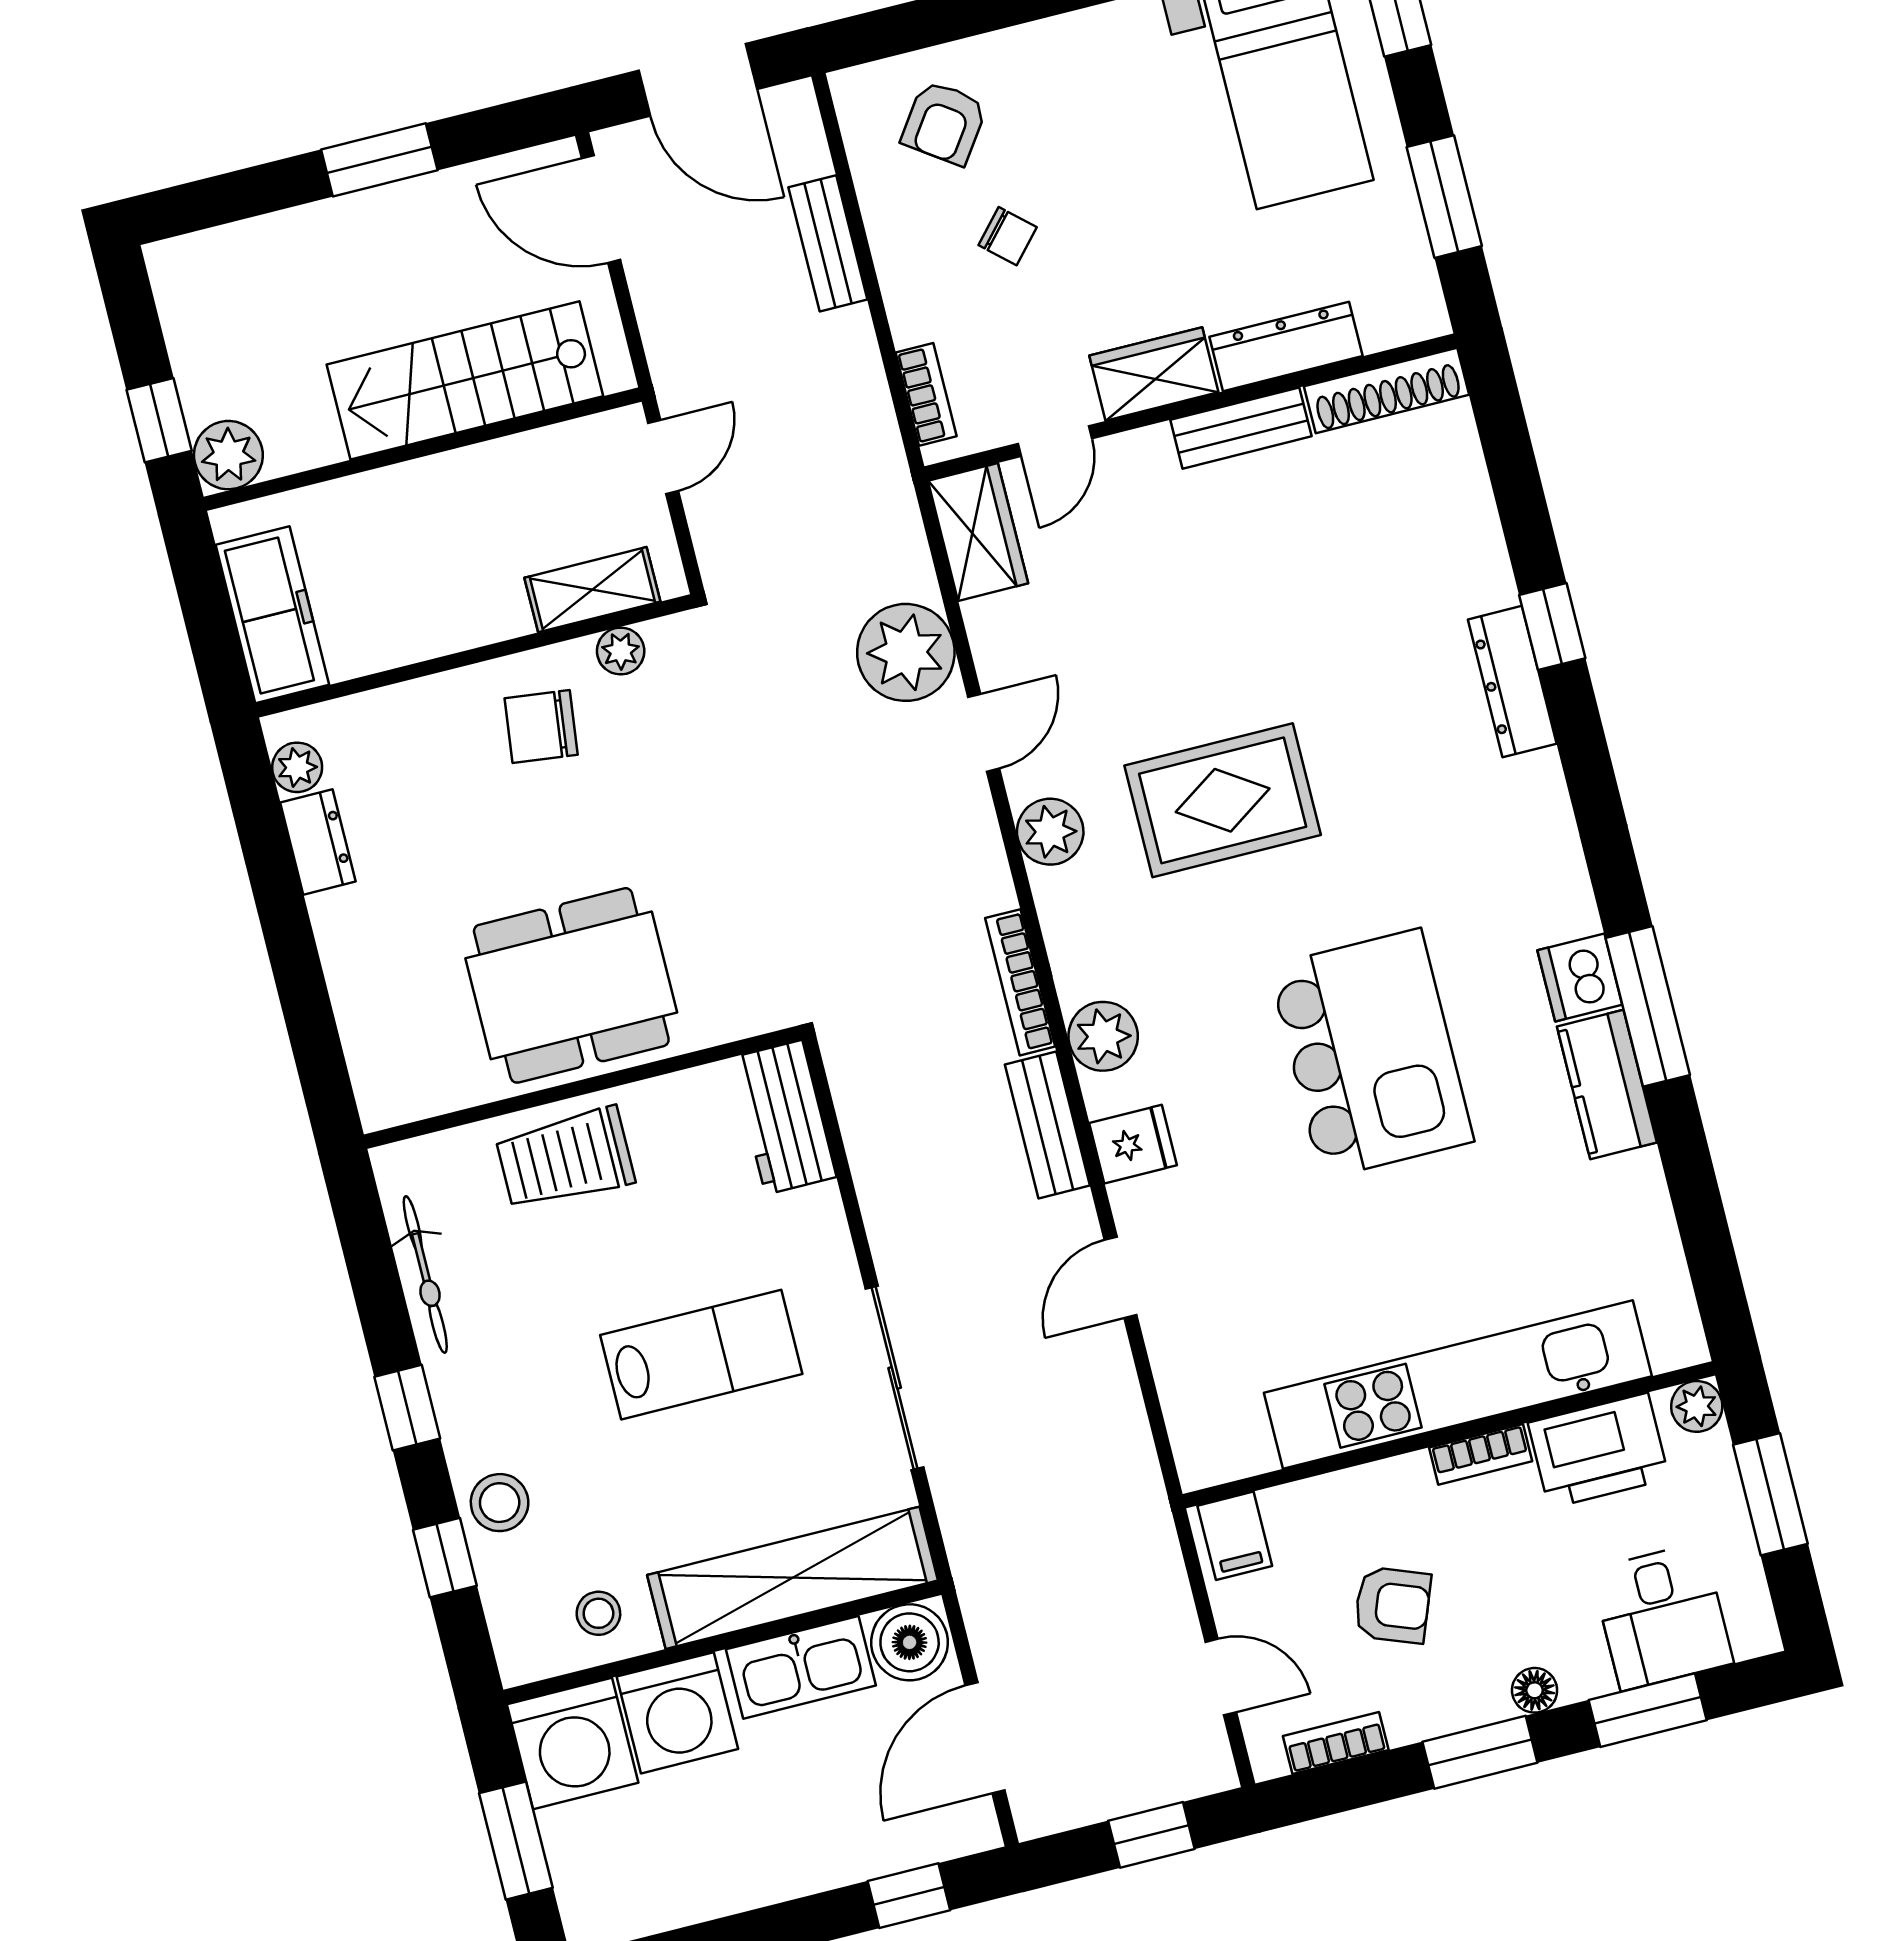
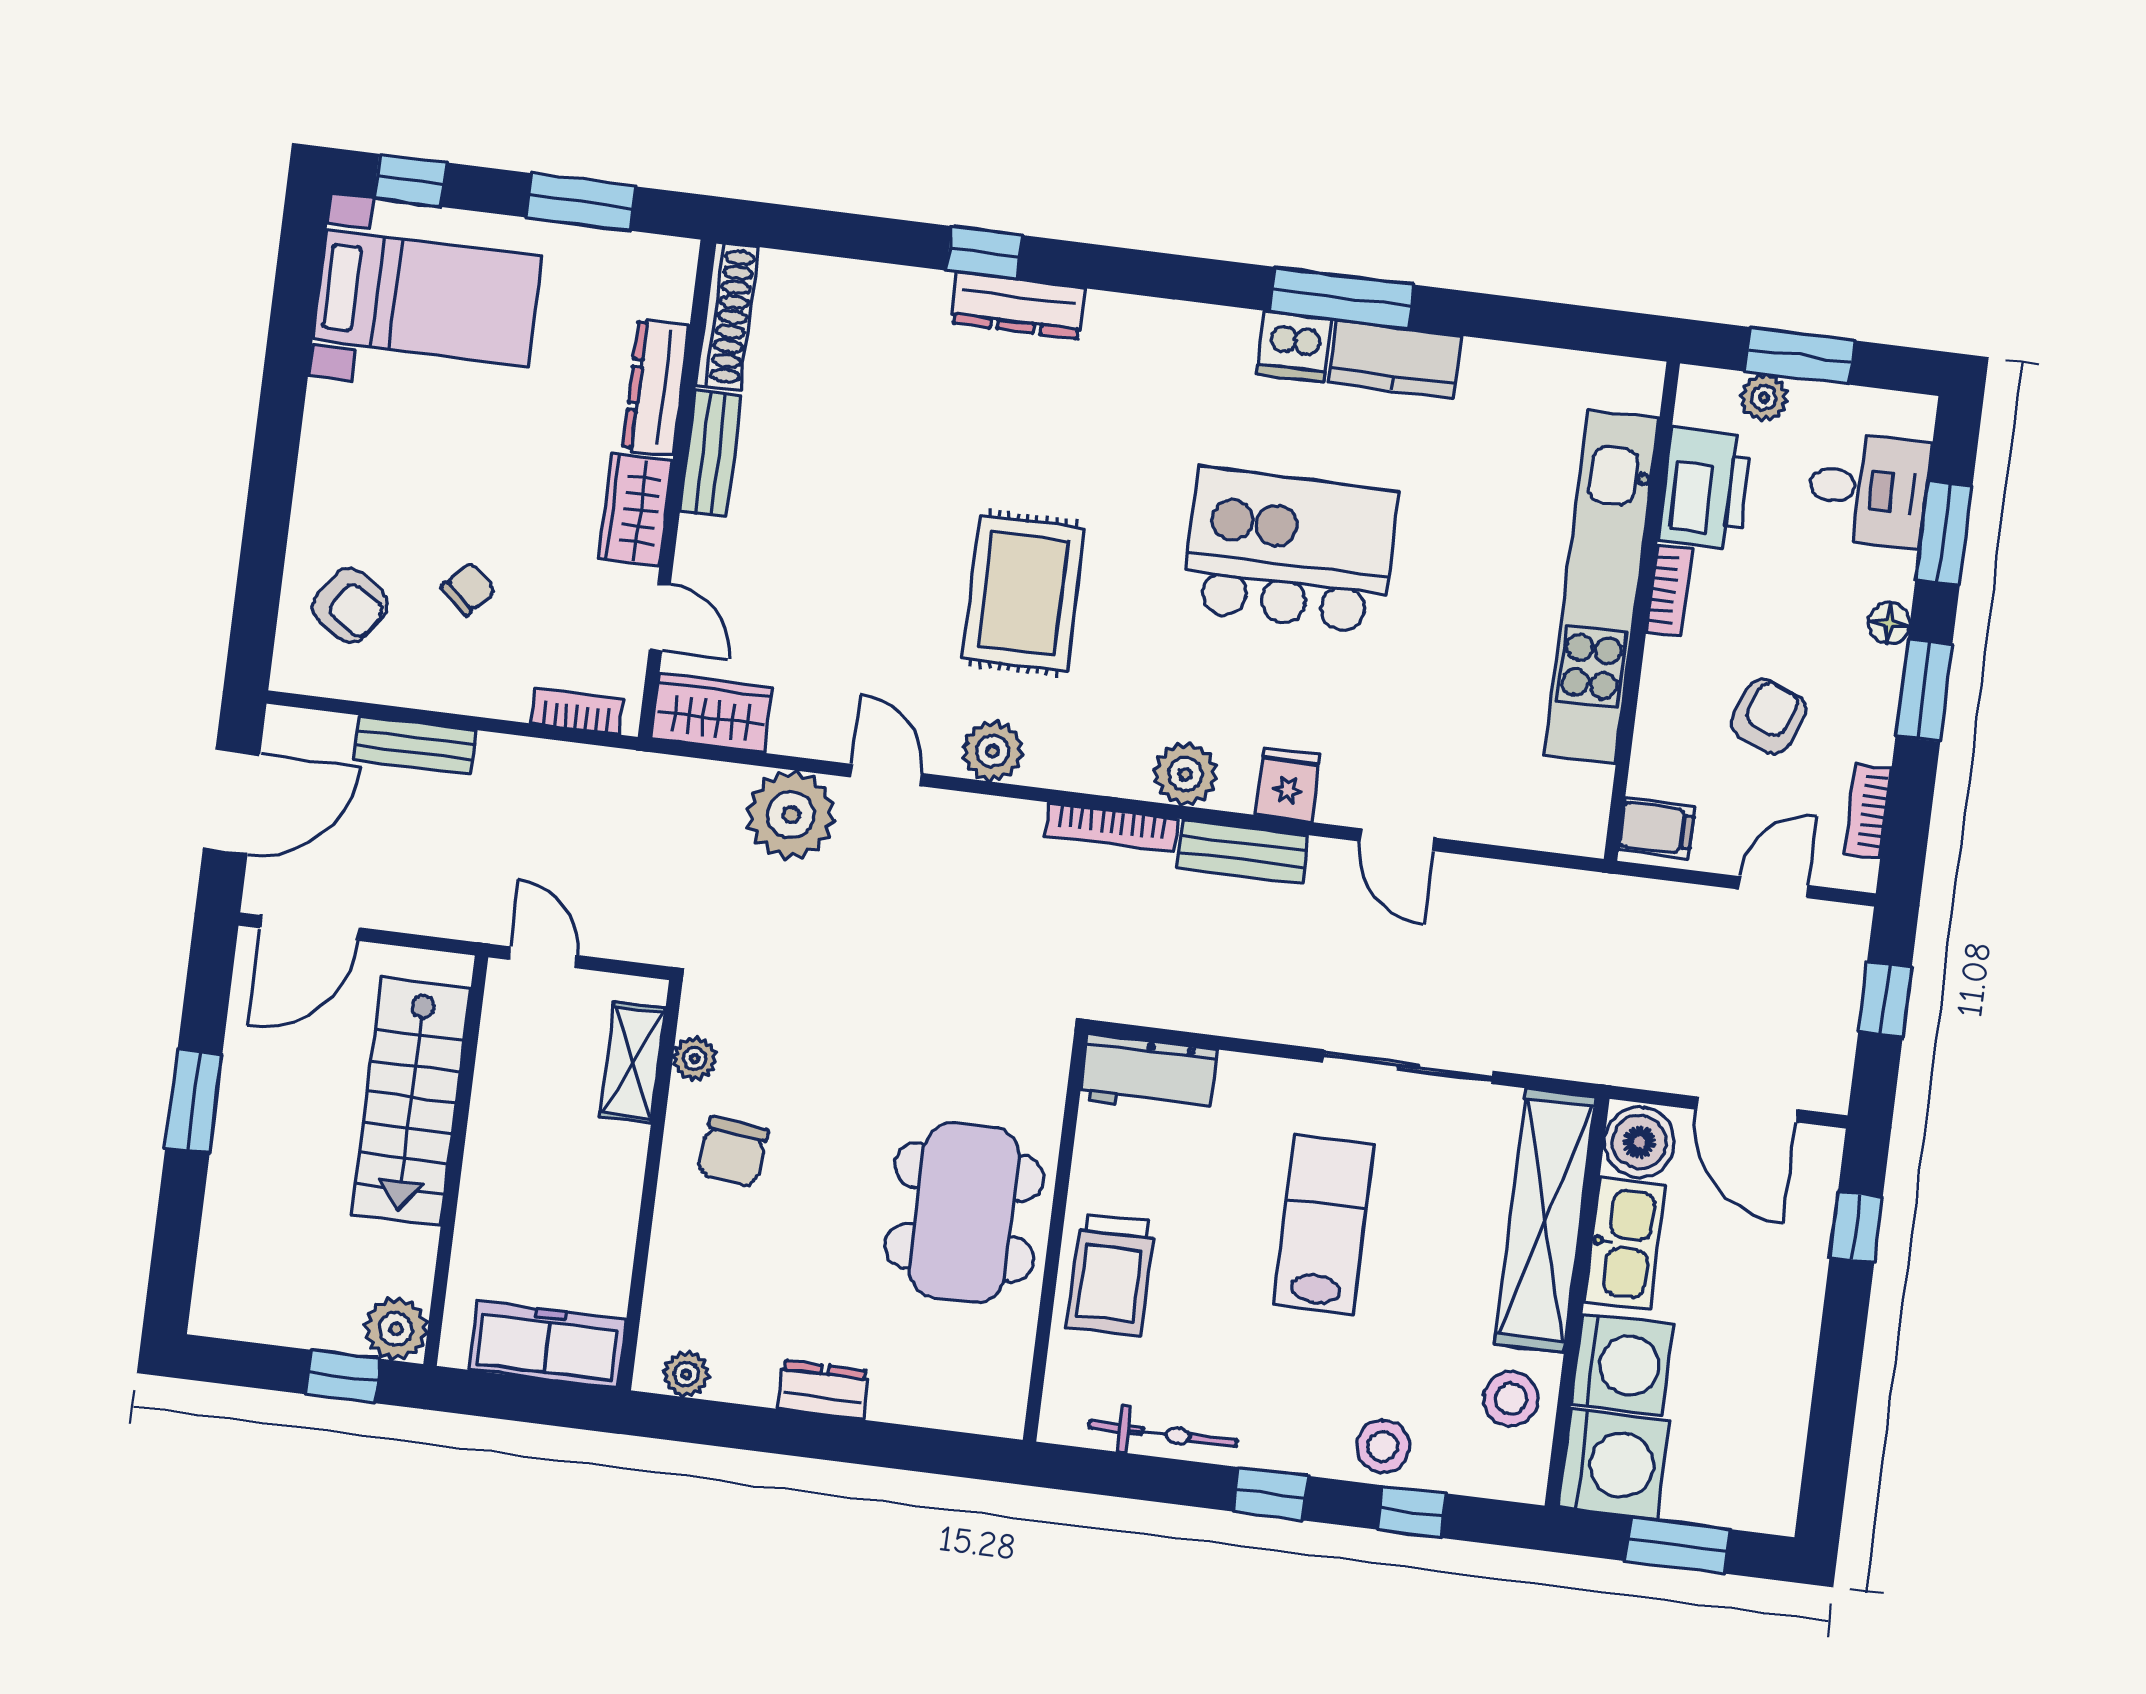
dresser: (318, 842) -> (822, 1390), moved
plant: (1697, 1406) -> (1764, 398), moved
stool: (598, 1613) -> (1511, 1399), width x1.37, depth x1.37

